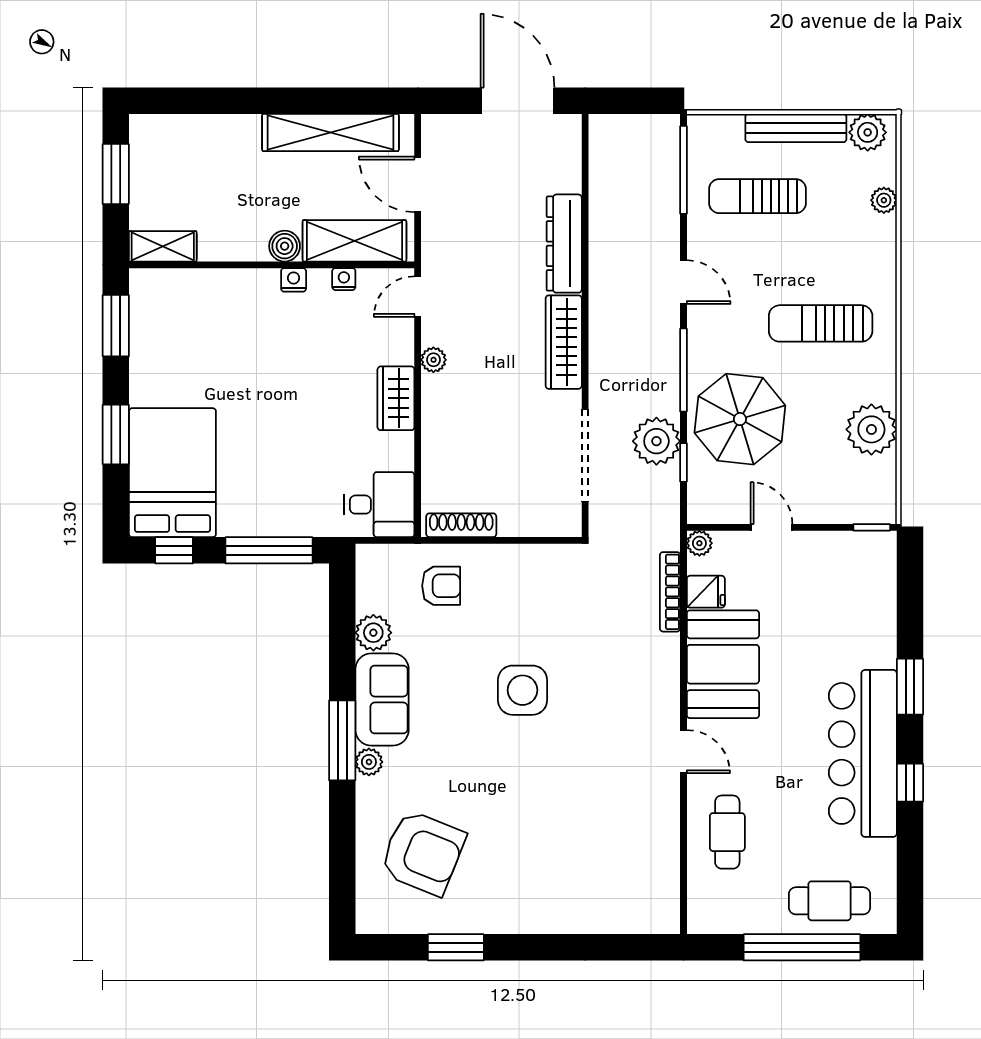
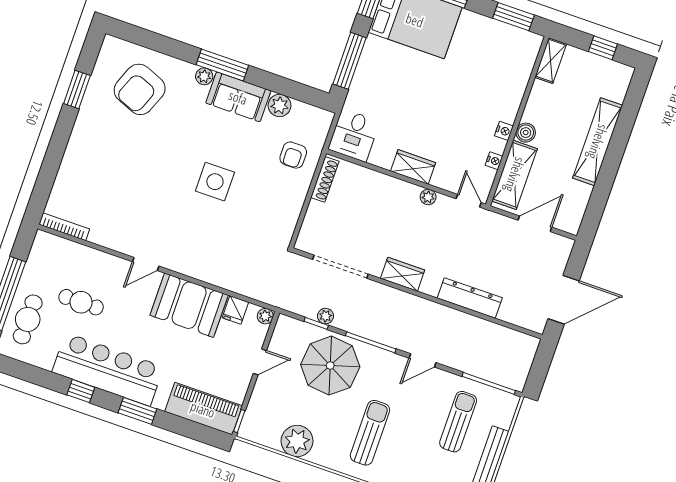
shelving: (330, 132) -> (598, 142), moved
window: (116, 174) -> (603, 48), width x0.67
wardrobe: (564, 342) -> (403, 274), width x0.67
plant: (656, 441) -> (326, 316), width x0.53, depth x0.53
piano: (872, 588) -> (203, 409), added
bookcase: (670, 592) -> (64, 227), moved
cafe table: (727, 832) -> (81, 302), moved

